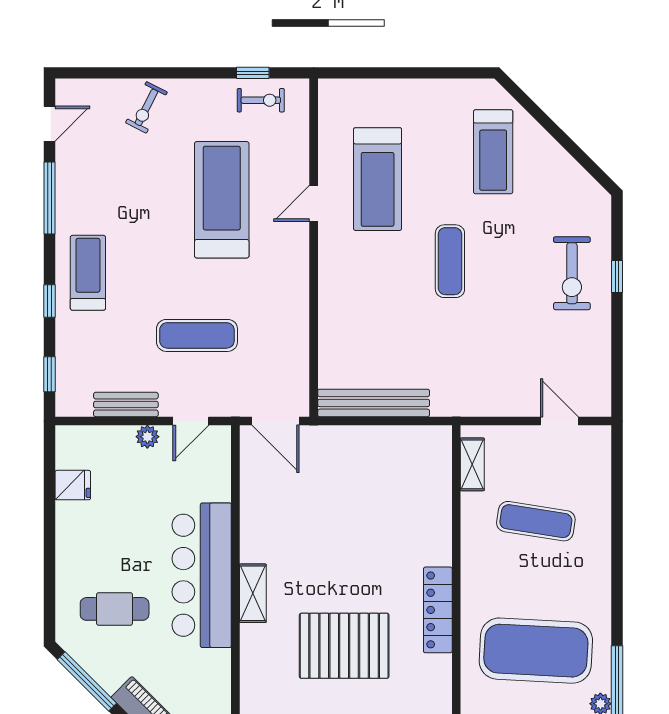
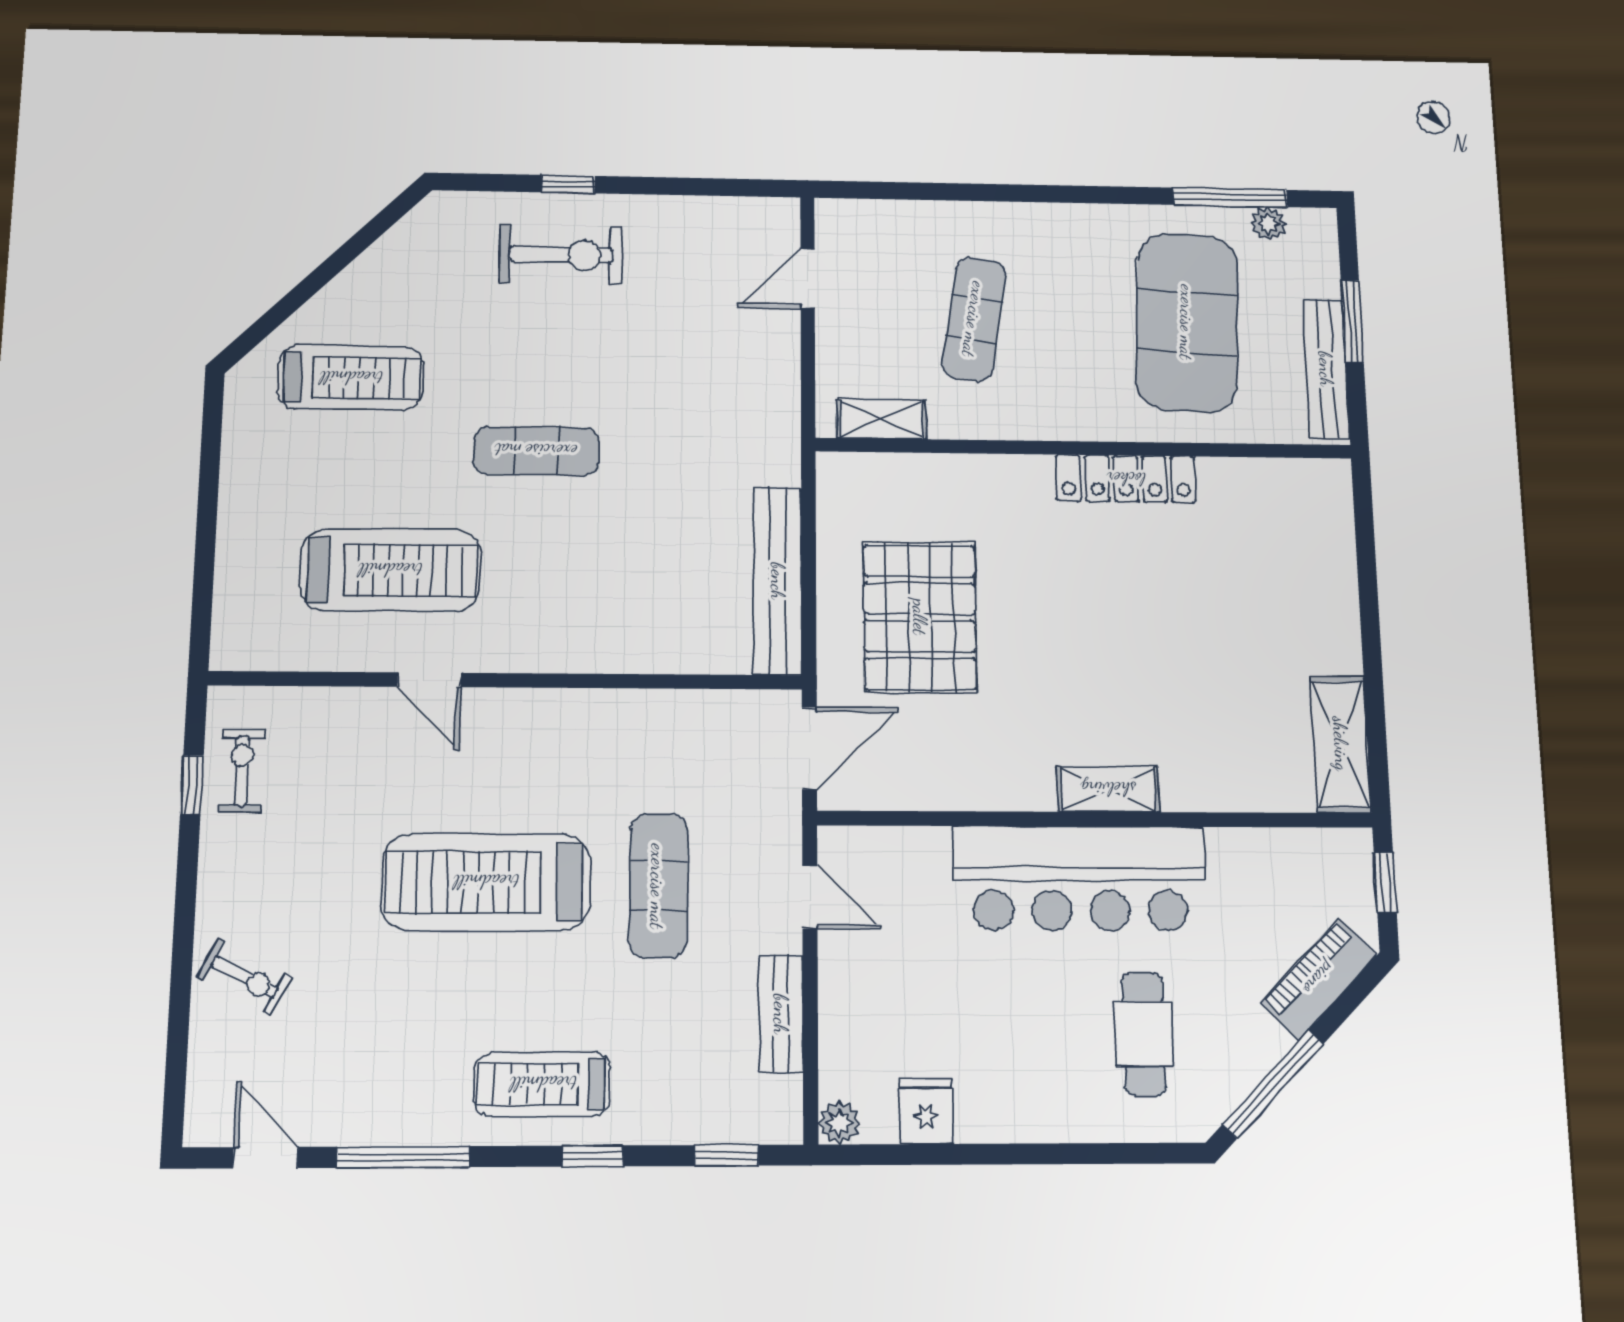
treadmill: (222, 200) -> (486, 882), moved
plant: (147, 437) -> (839, 1123), moved
pallet: (344, 646) -> (920, 617), moved

